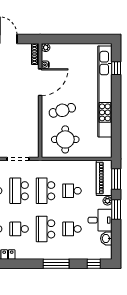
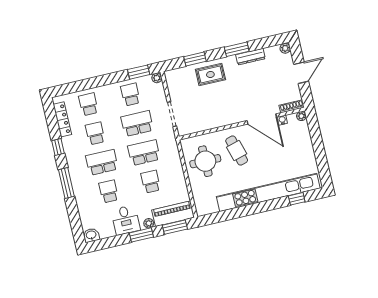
washbasin: (106, 238) -> (91, 235), moved
window: (94, 264) -> (58, 147), moved

